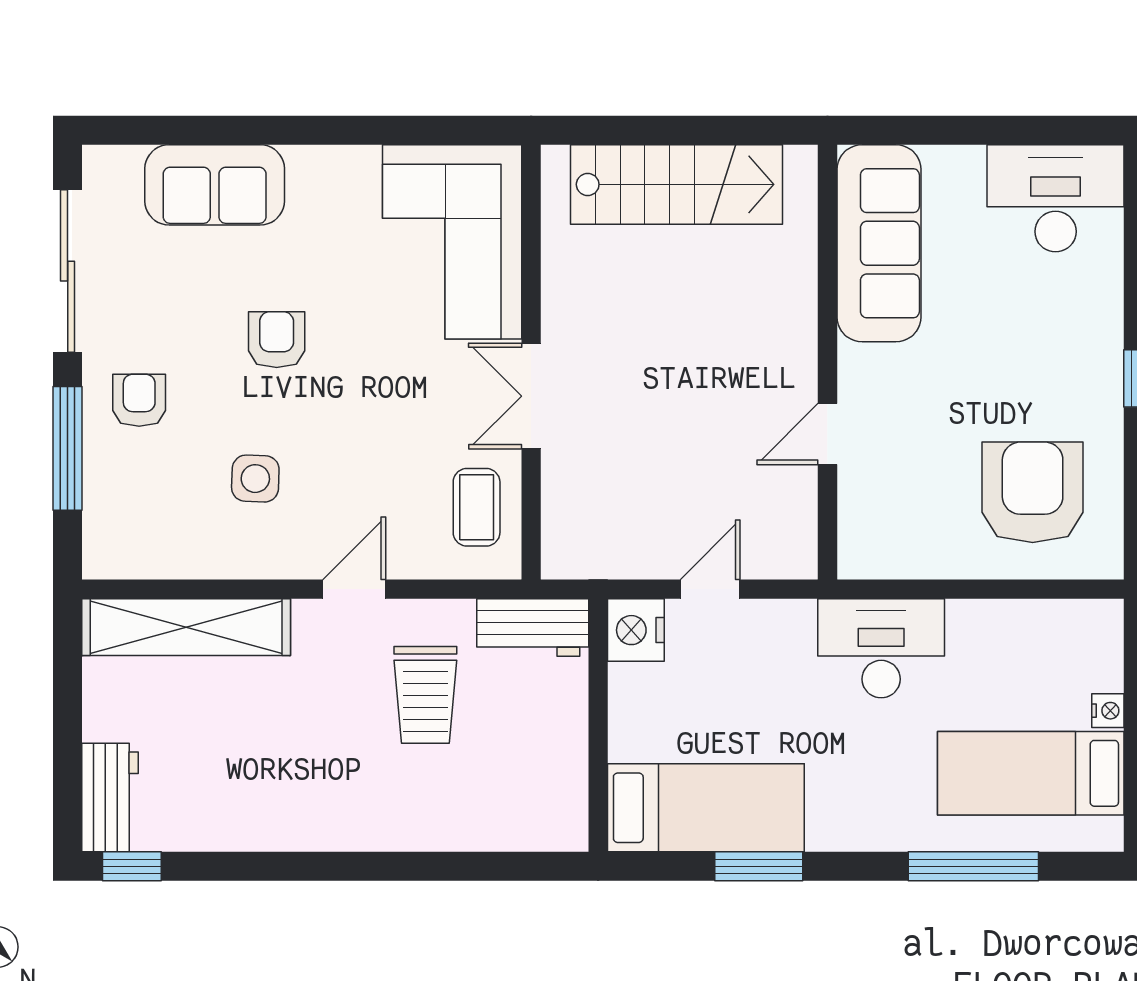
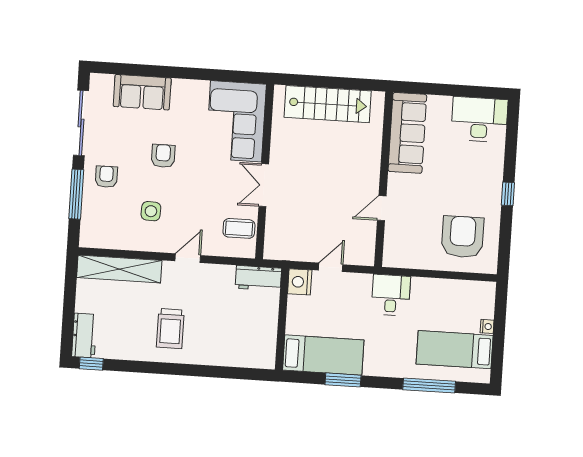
coffee table: (477, 507) -> (239, 228), turned 90
desk: (881, 648) -> (391, 295), width x0.73
trolley: (425, 695) -> (170, 329), moved

